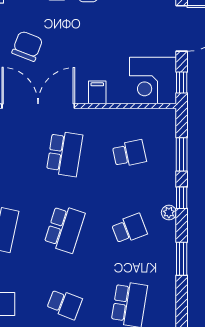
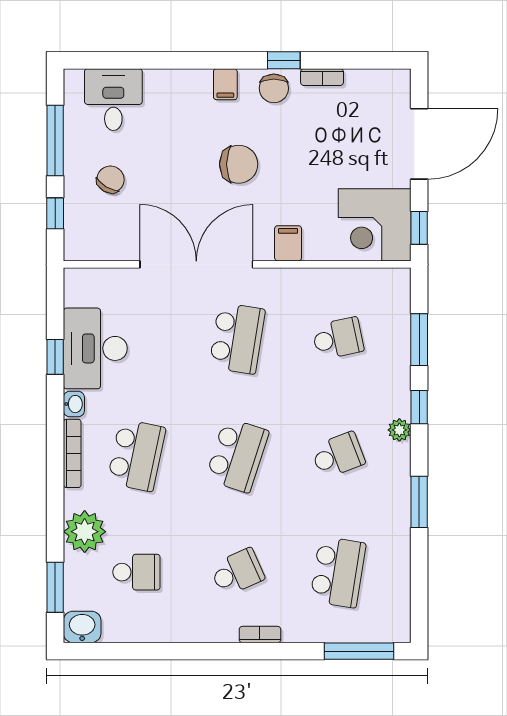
chair: (27, 46) -> (239, 164), moved, turned 69
school desk: (64, 304) -> (237, 572), turned -45

